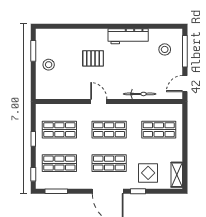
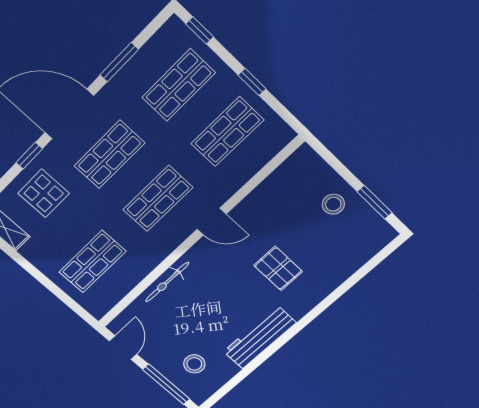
pallet: (93, 58) -> (278, 268), turned 90
window: (56, 191) -> (119, 62), moved

